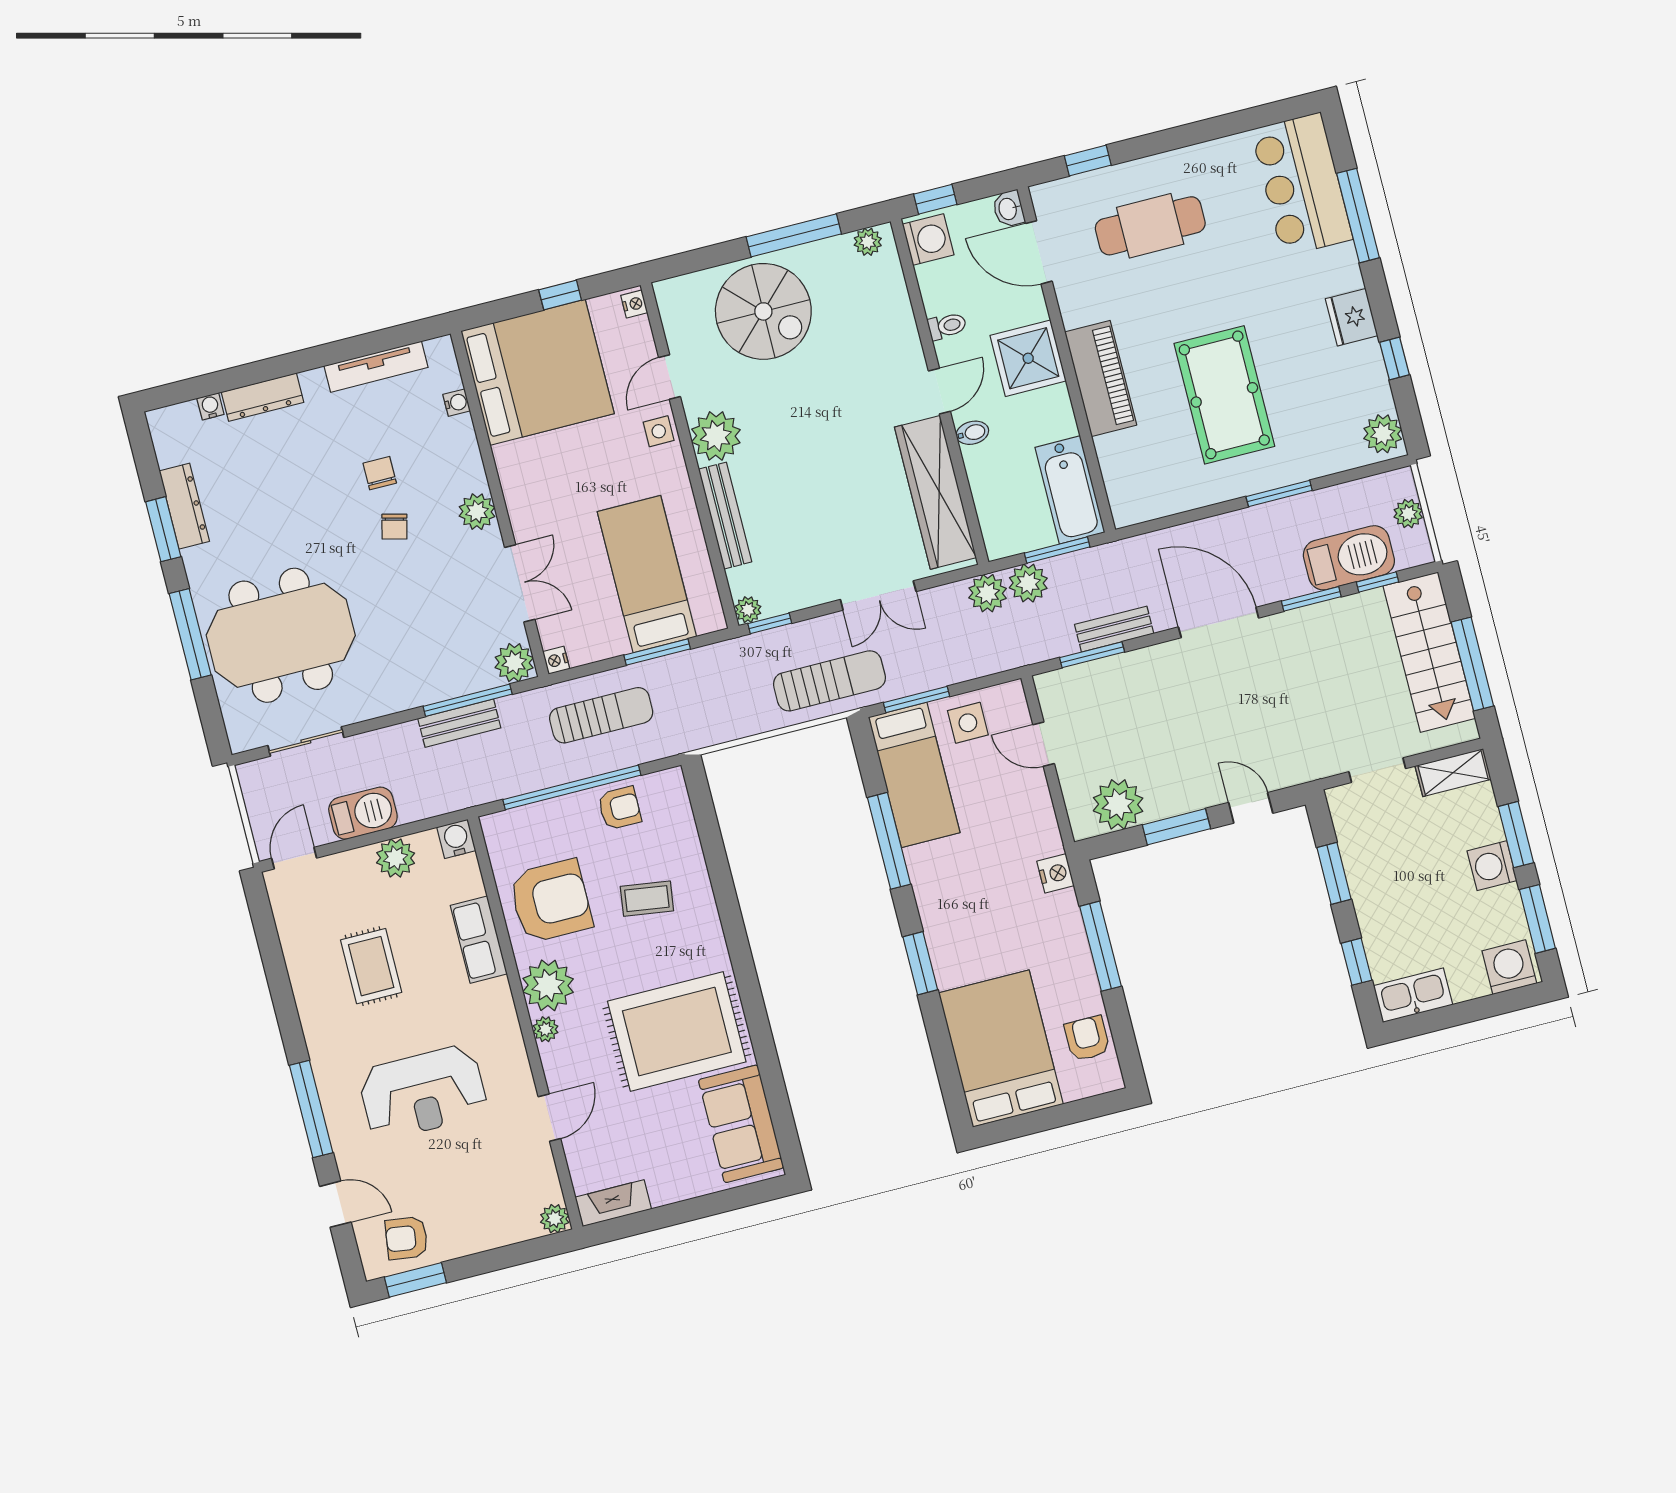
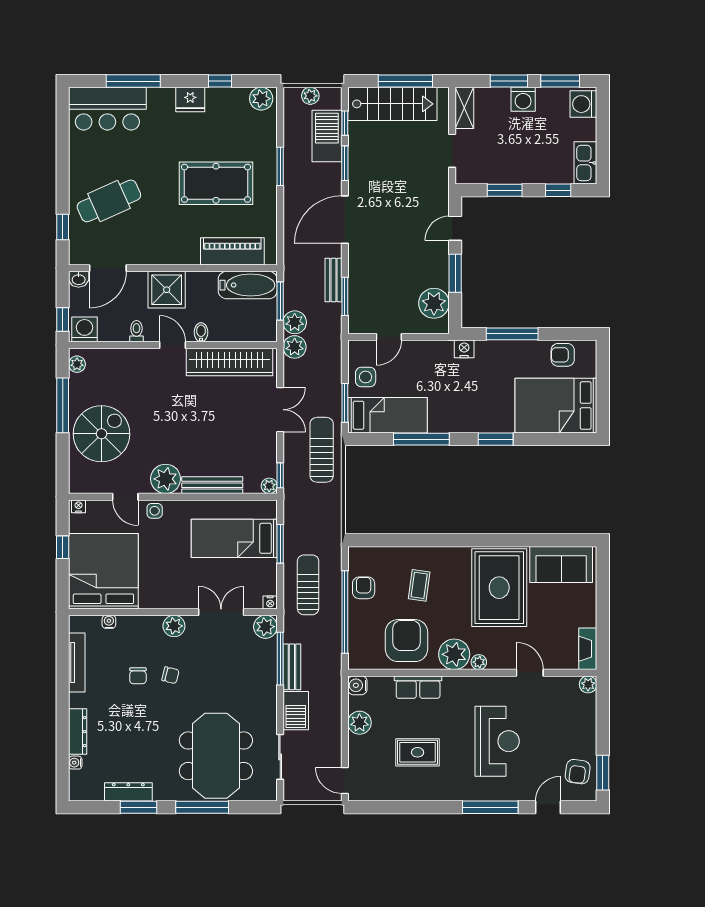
cafe table: (1150, 226) -> (109, 201), turned 66
piano: (1101, 378) -> (232, 251), moved
chair: (380, 473) -> (138, 676), turned -90
barbecue: (363, 813) -> (296, 711), moved, turned 180

